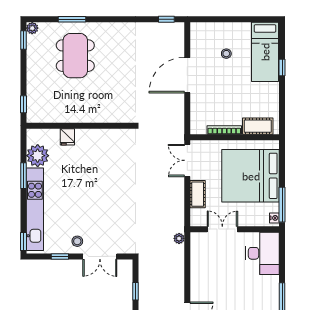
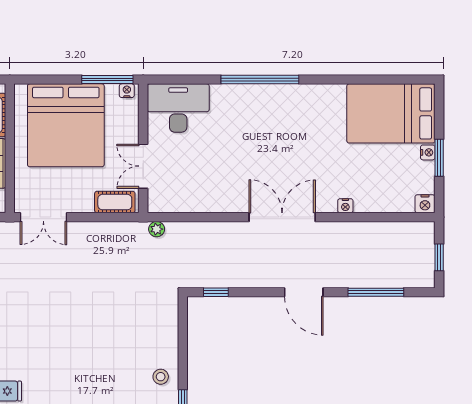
cot: (198, 194) -> (115, 202), moved
double door: (100, 256) -> (183, 344), removed
window: (136, 291) -> (216, 292), moved

